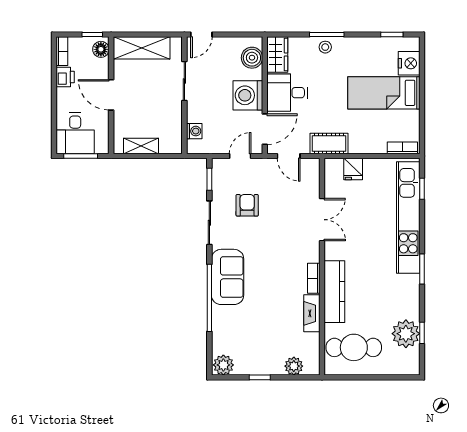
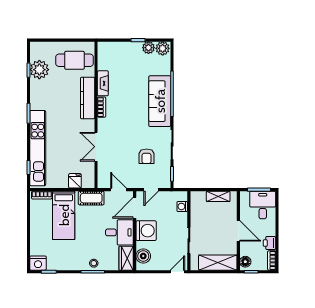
nightstand: (409, 63) -> (38, 263), moved, turned -90
bed: (384, 93) -> (64, 215), moved, turned 90
sofa: (228, 277) -> (160, 101), width x1.36
plant: (294, 366) -> (148, 48), moved

